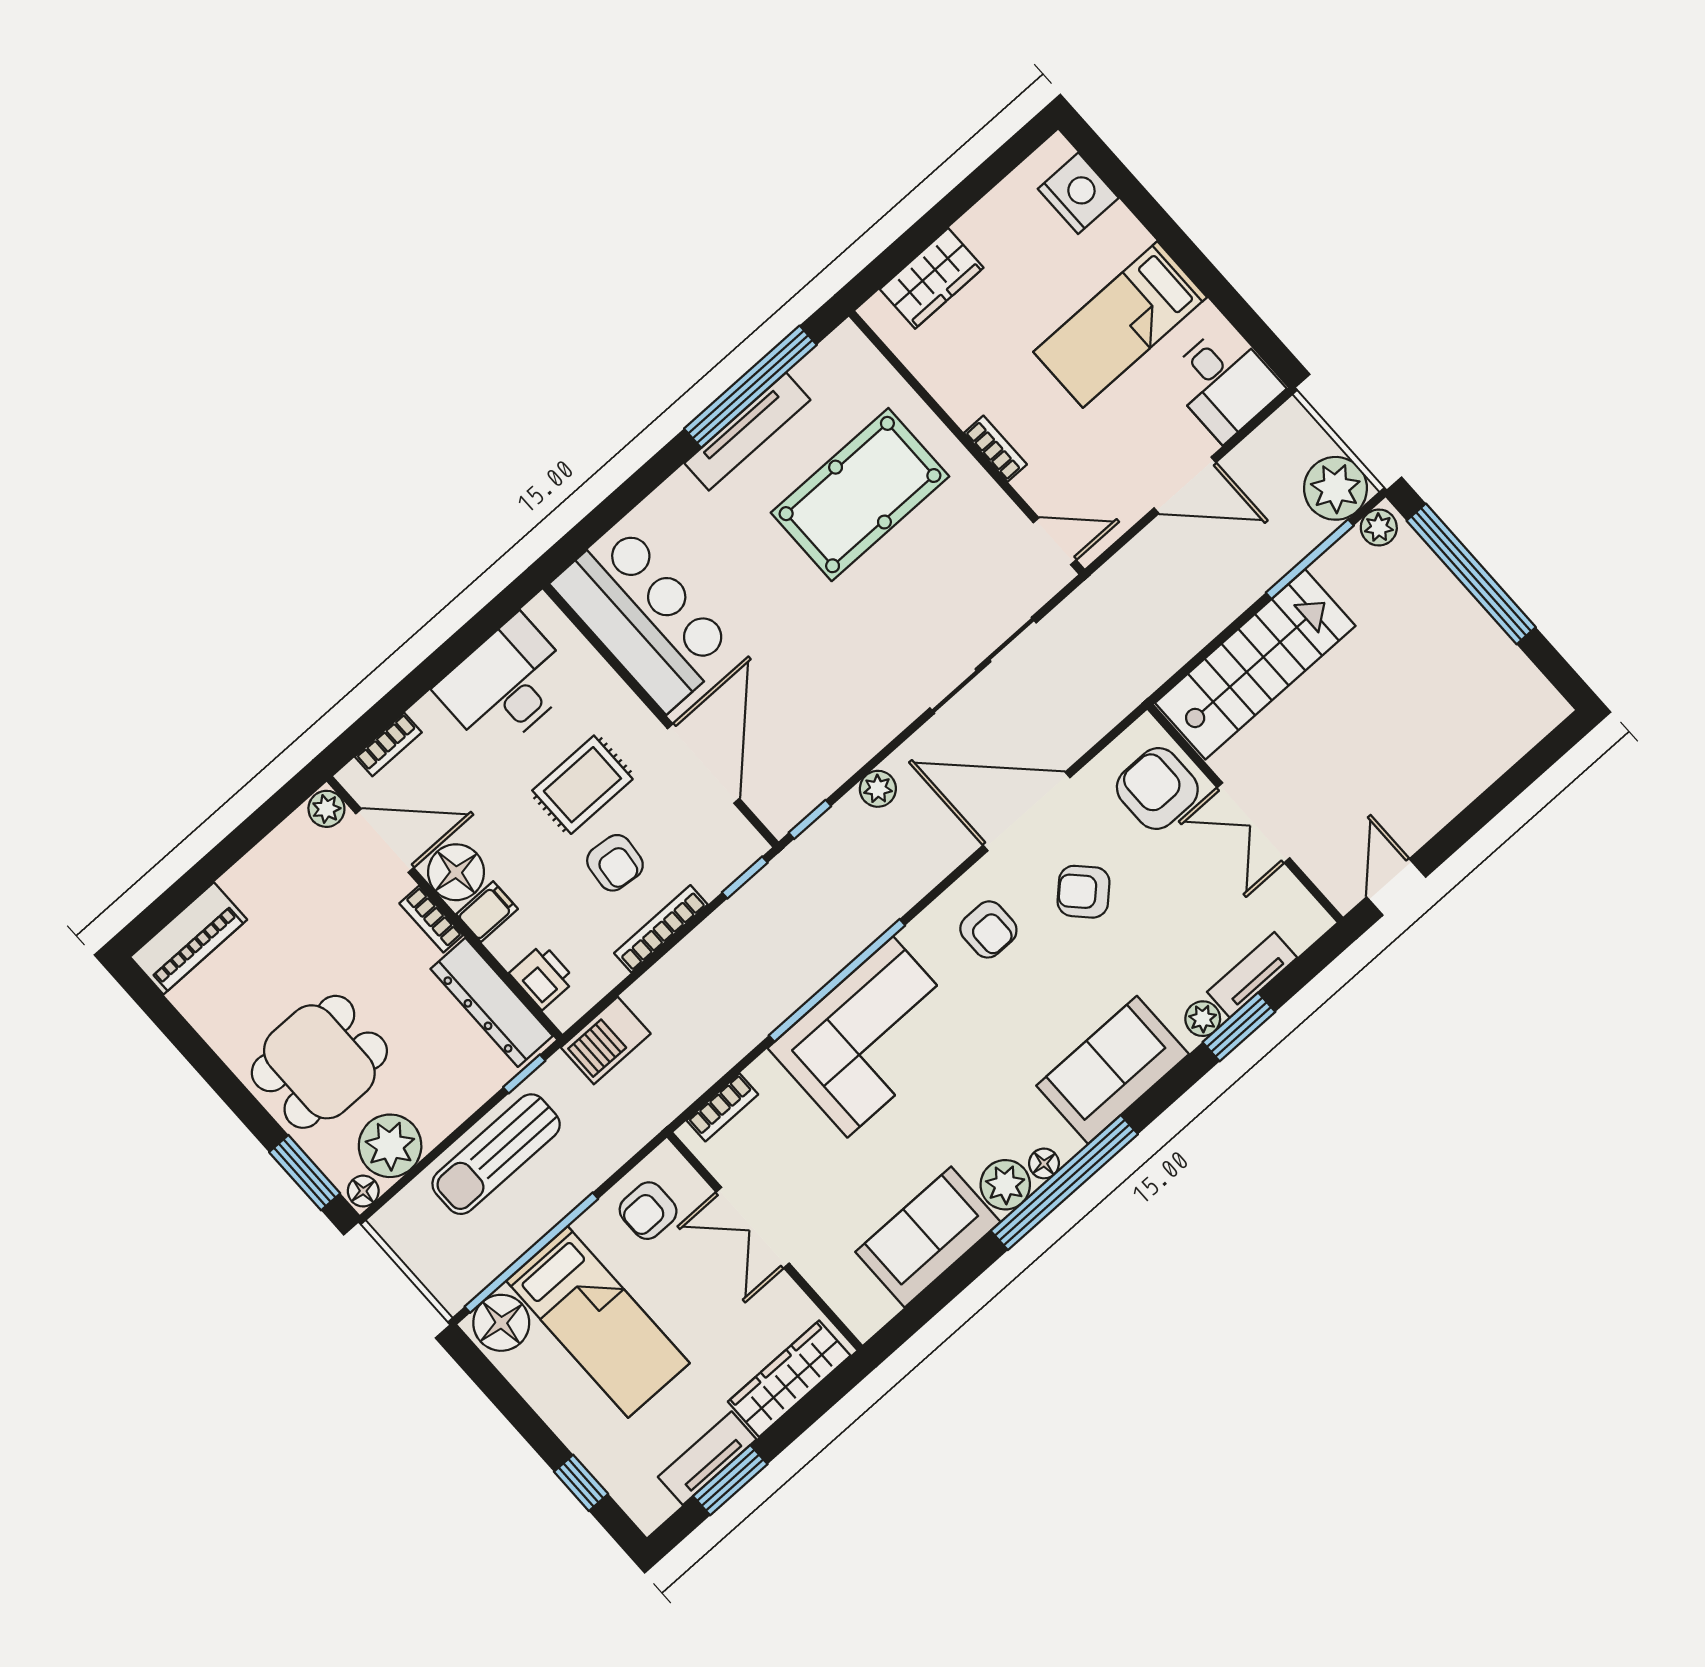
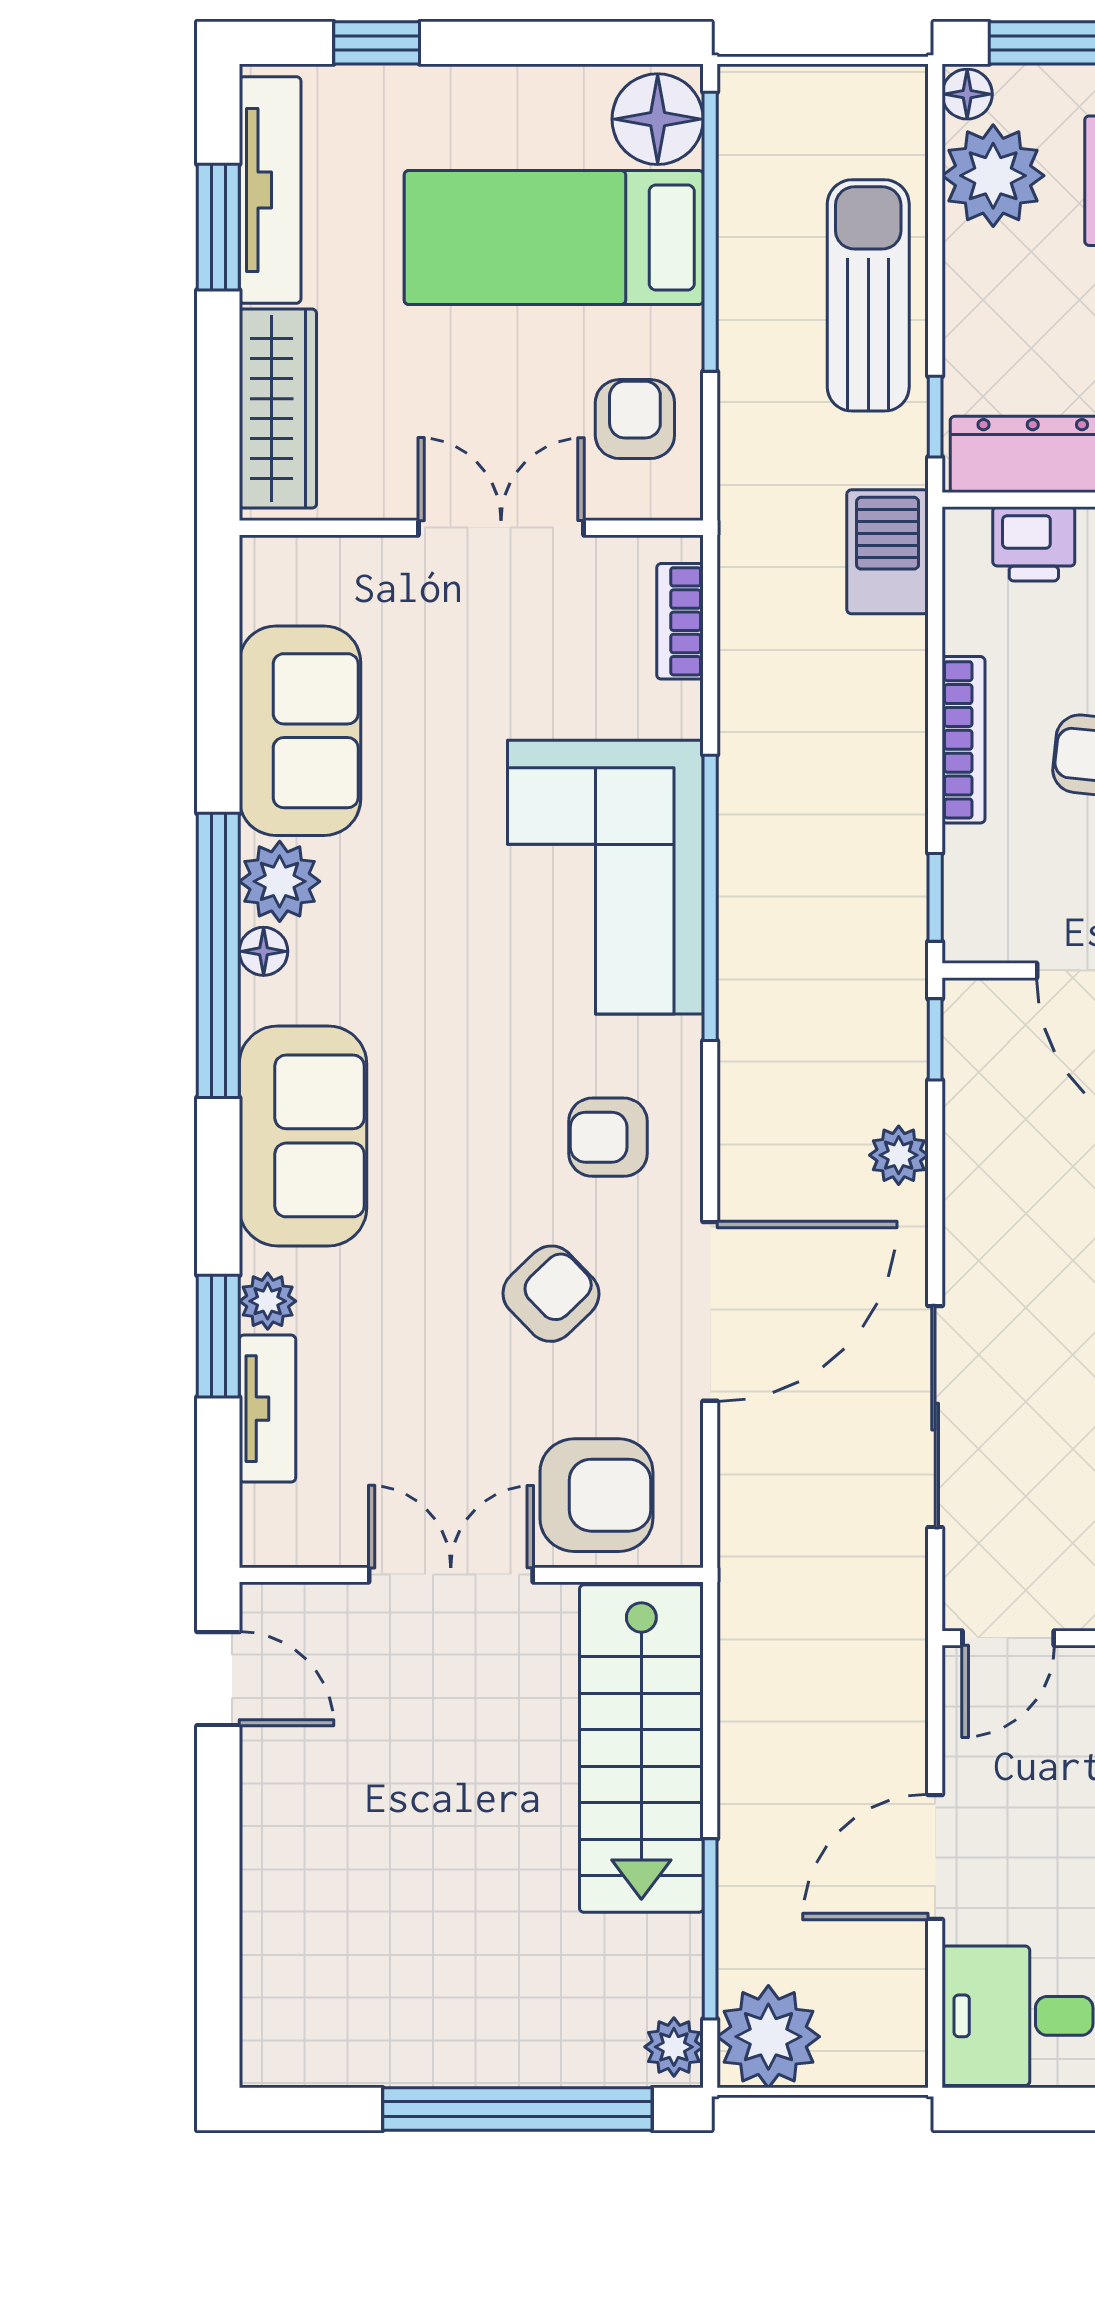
tv unit: (707, 1458) -> (270, 190), width x1.41

